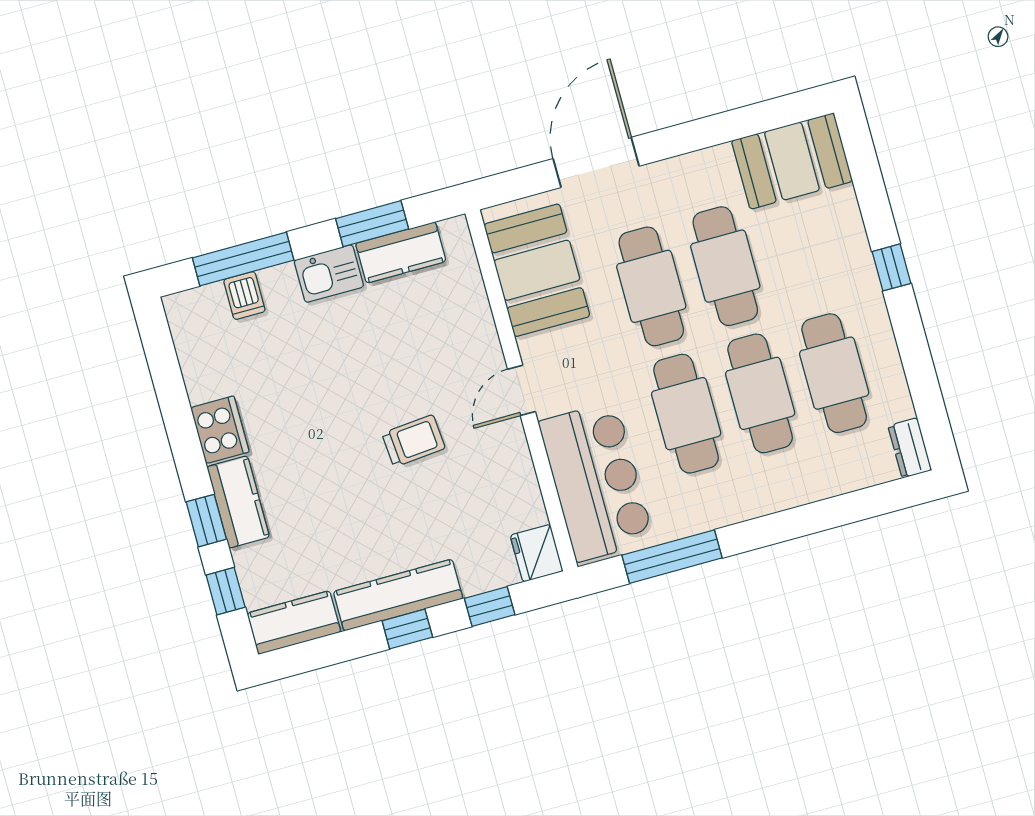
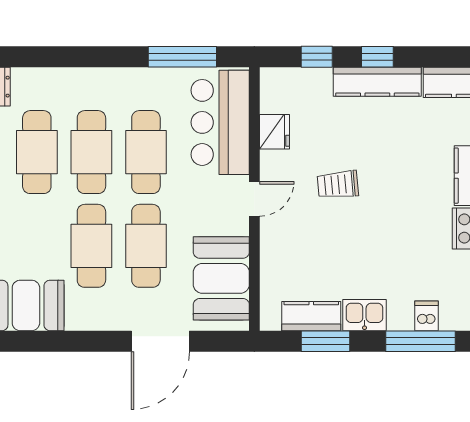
fridge: (537, 553) -> (274, 132), moved

